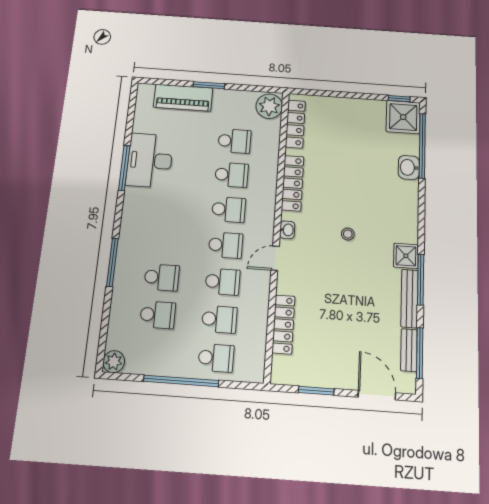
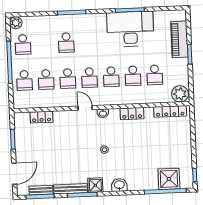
shower: (403, 117) -> (169, 179), moved
desk: (150, 160) -> (130, 29), width x1.36, depth x1.30
washbasin: (409, 167) -> (119, 185), moved
locker: (293, 183) -> (132, 114), width x0.66
school desk: (158, 315) -> (23, 45), moved
locker: (284, 324) -> (41, 117), width x0.66

